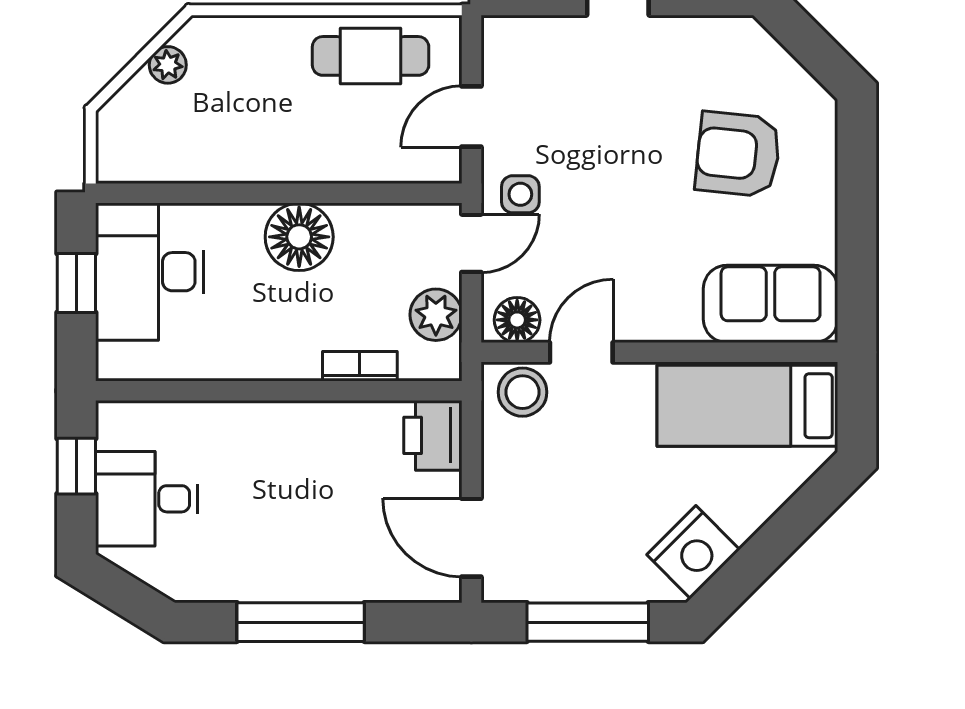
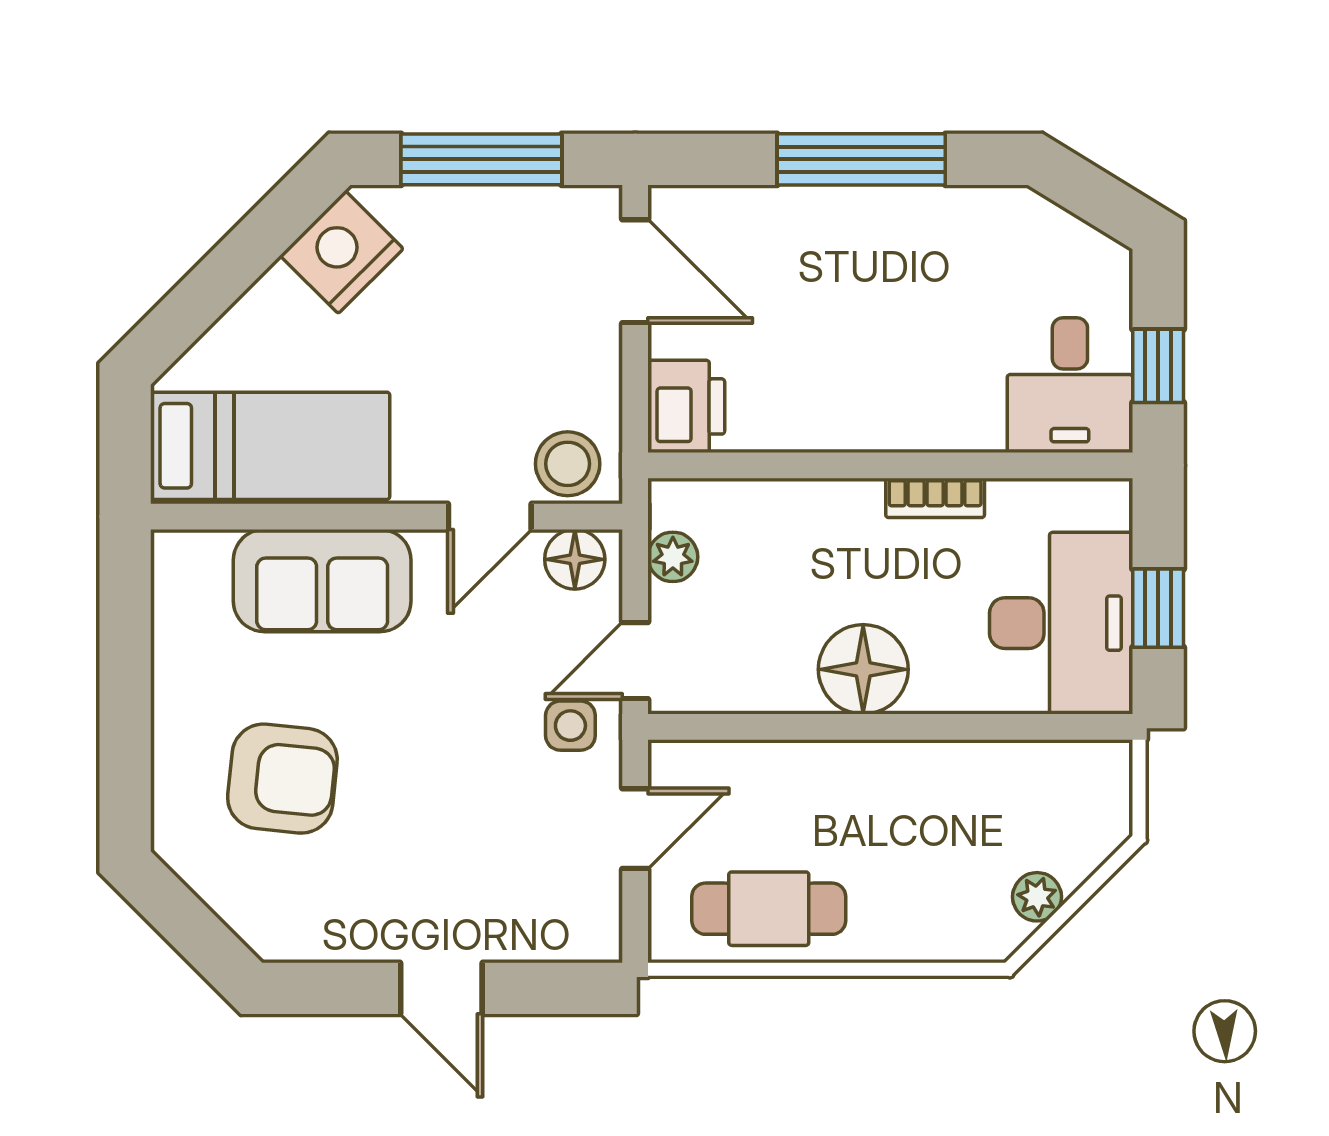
sofa: (771, 304) -> (322, 581), moved
plant: (436, 315) -> (673, 557), width x0.73, depth x0.73
bookcase: (360, 366) -> (935, 498), moved
desk: (147, 499) -> (1070, 385), moved, turned 90

